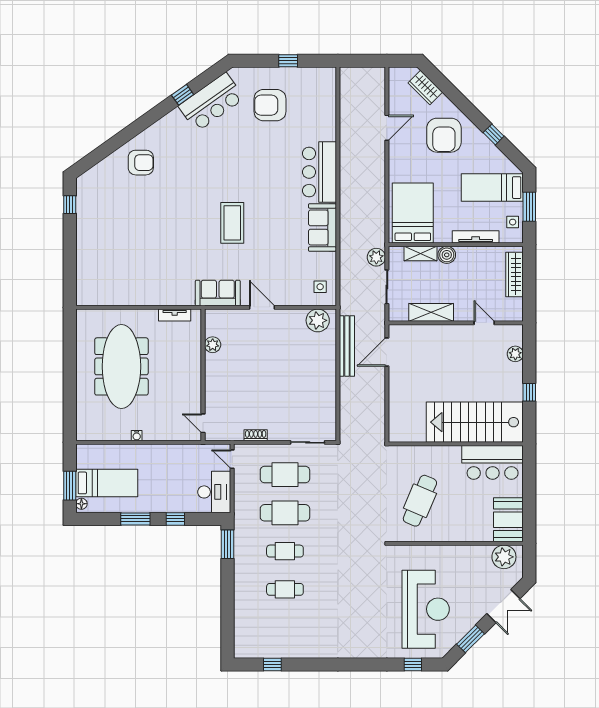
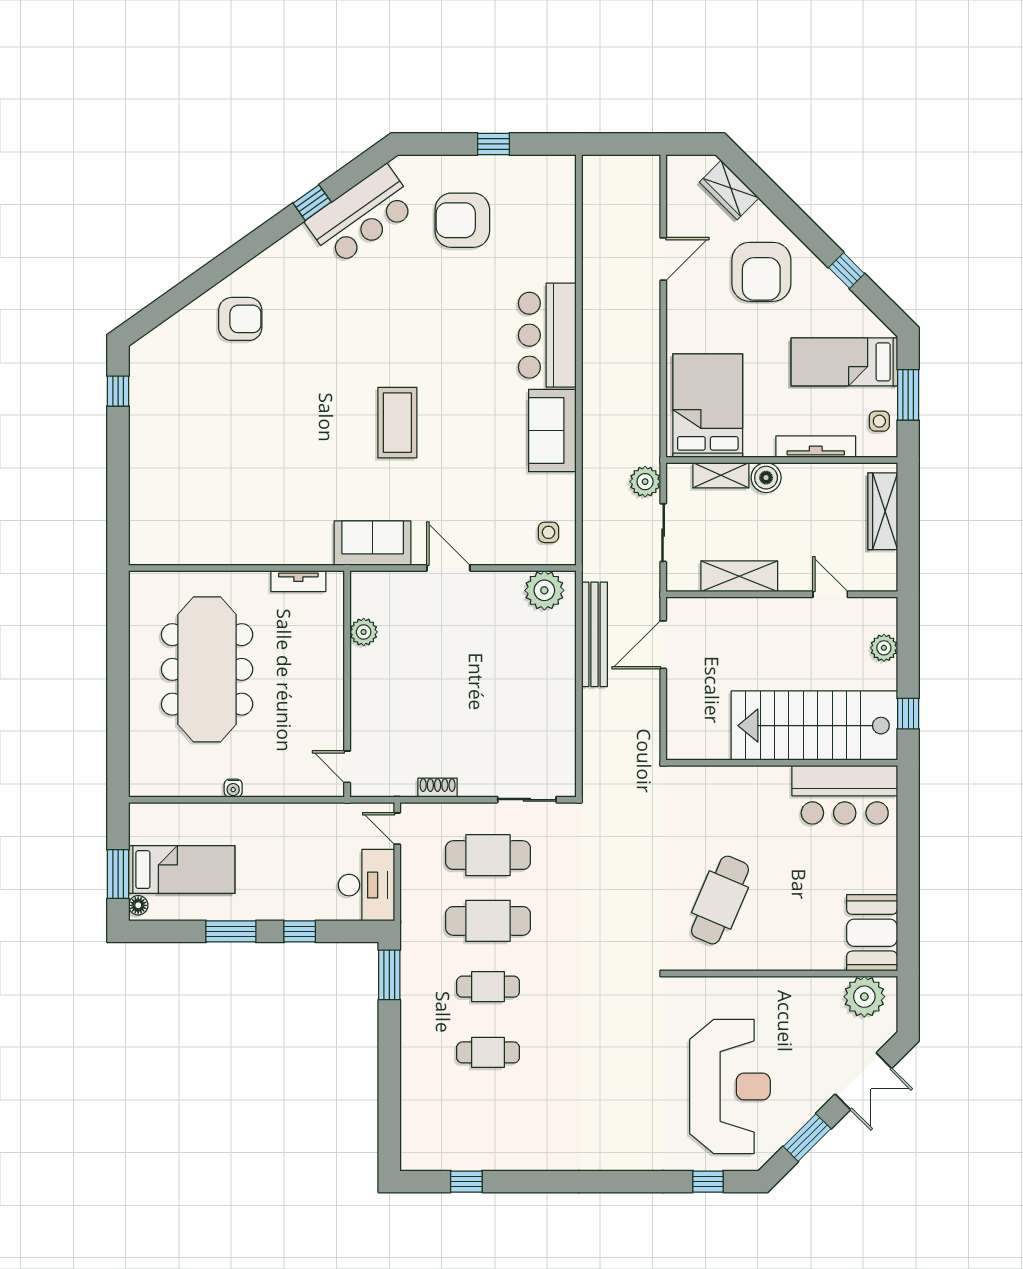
stairs: (475, 422) -> (814, 726), moved
wall: (456, 444) -> (782, 763), moved
bar counter: (493, 462) -> (845, 795), moved

